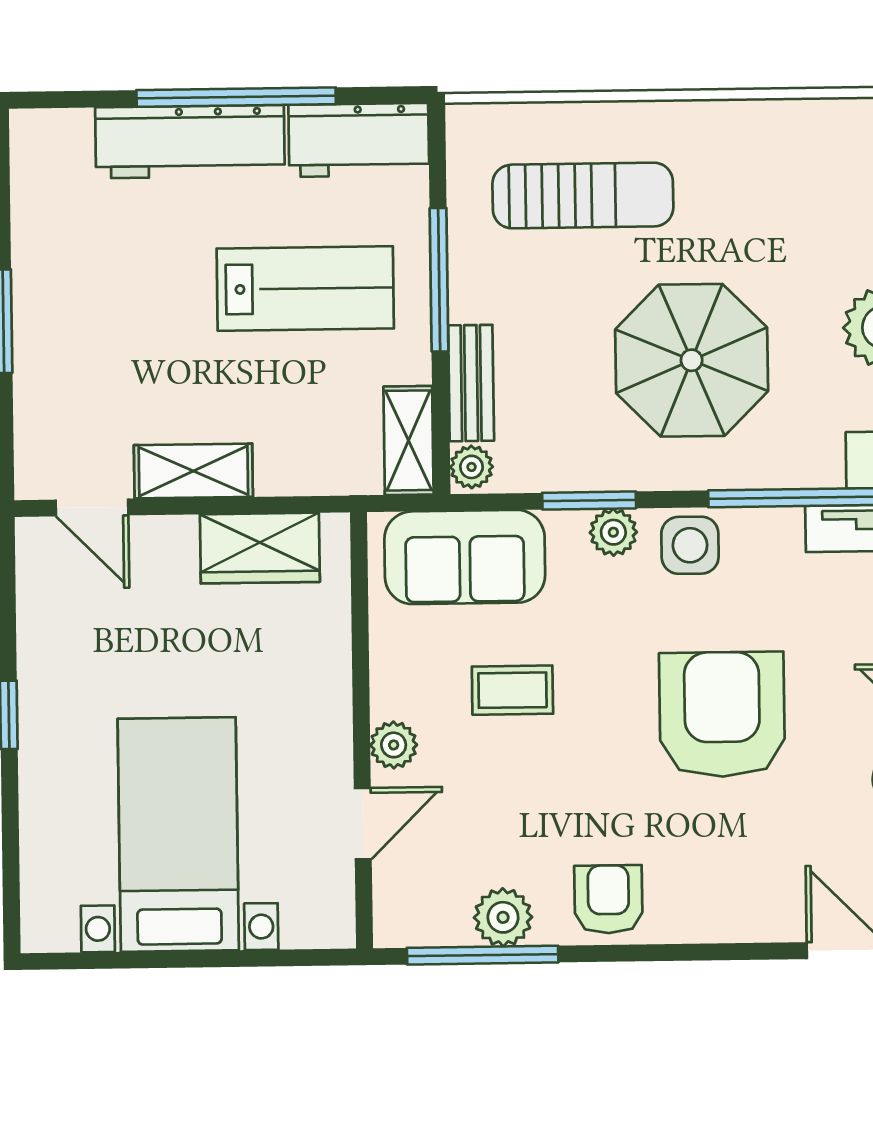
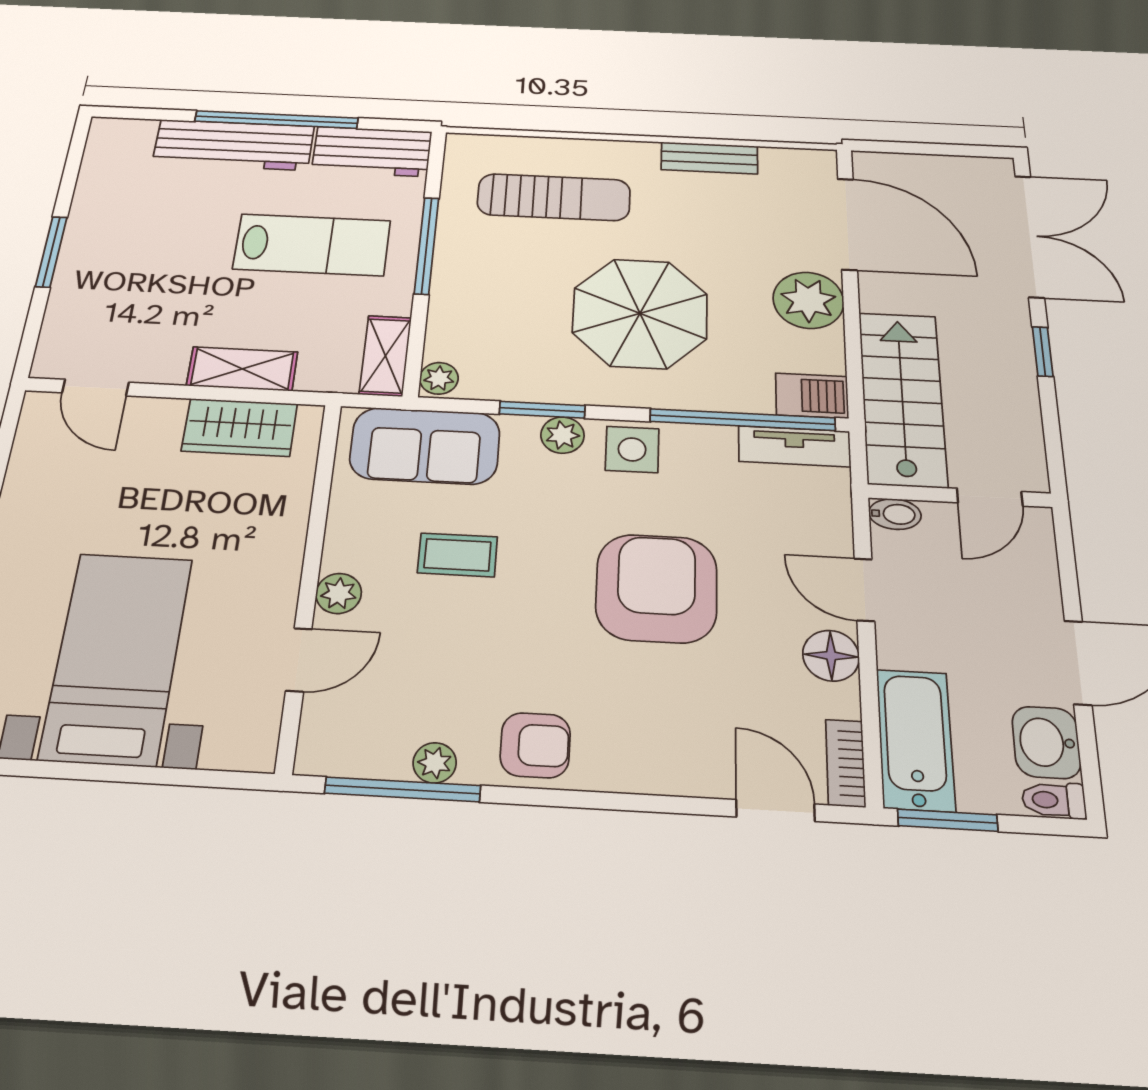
bench: (471, 383) -> (709, 158), moved, turned 90
shelving: (193, 471) -> (242, 369), moved
armchair: (608, 899) -> (535, 745), turned 90
plant: (503, 917) -> (435, 763), width x0.73, depth x0.73

